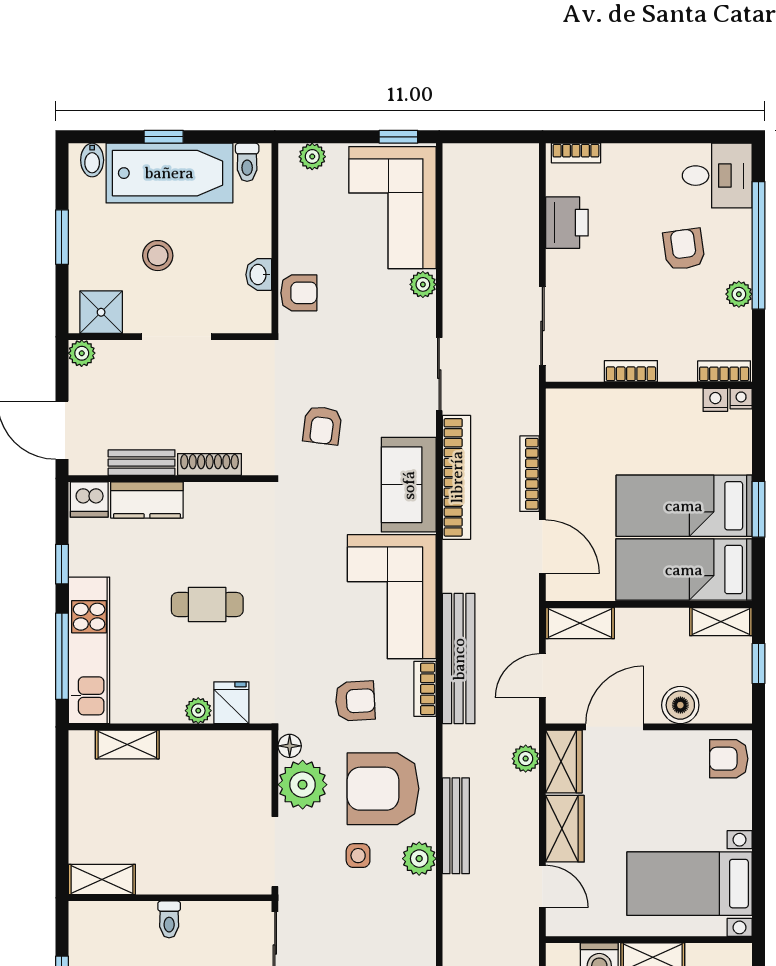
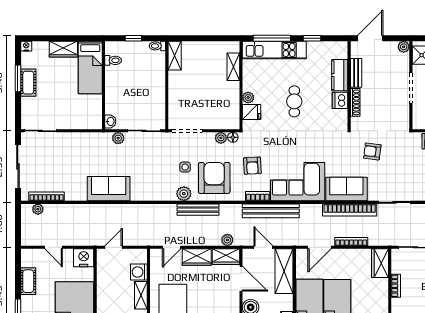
wardrobe: (579, 408) -> (380, 263), added
dishwasher: (89, 499) -> (340, 100), moved
shelving: (580, 623) -> (284, 271), width x1.50, depth x1.33
plant: (303, 785) -> (221, 138), width x0.53, depth x0.53
toilet: (169, 919) -> (157, 46), moved

